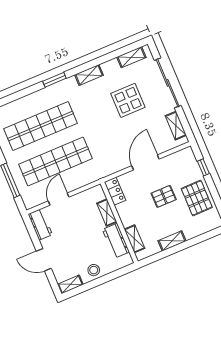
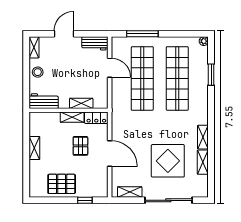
shelving: (131, 57) -> (203, 162), moved
window: (54, 80) -> (211, 75), moved
display table: (128, 100) -> (168, 161), width x1.36, depth x1.36
pallet: (164, 196) -> (80, 146), moved
shelving: (134, 239) -> (72, 117), moved
workbench: (116, 241) -> (44, 101), moved

